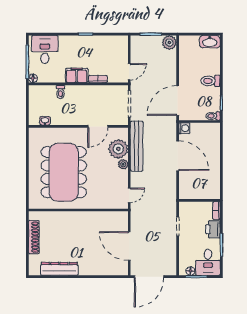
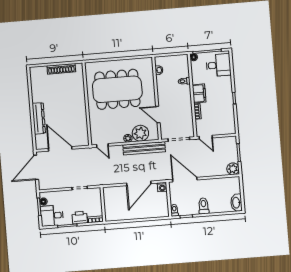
door: (129, 246) -> (60, 149), hinge flipped
dresser: (59, 269) -> (39, 118), moved
door: (149, 277) -> (36, 167), hinge flipped

